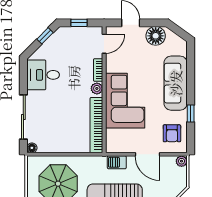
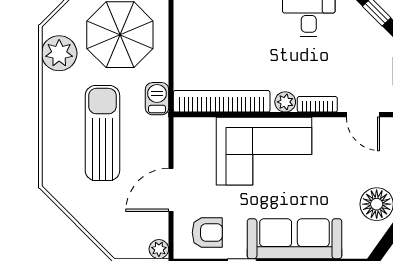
armchair: (172, 133) -> (207, 232), turned 180
barbecue: (117, 162) -> (157, 99), moved

